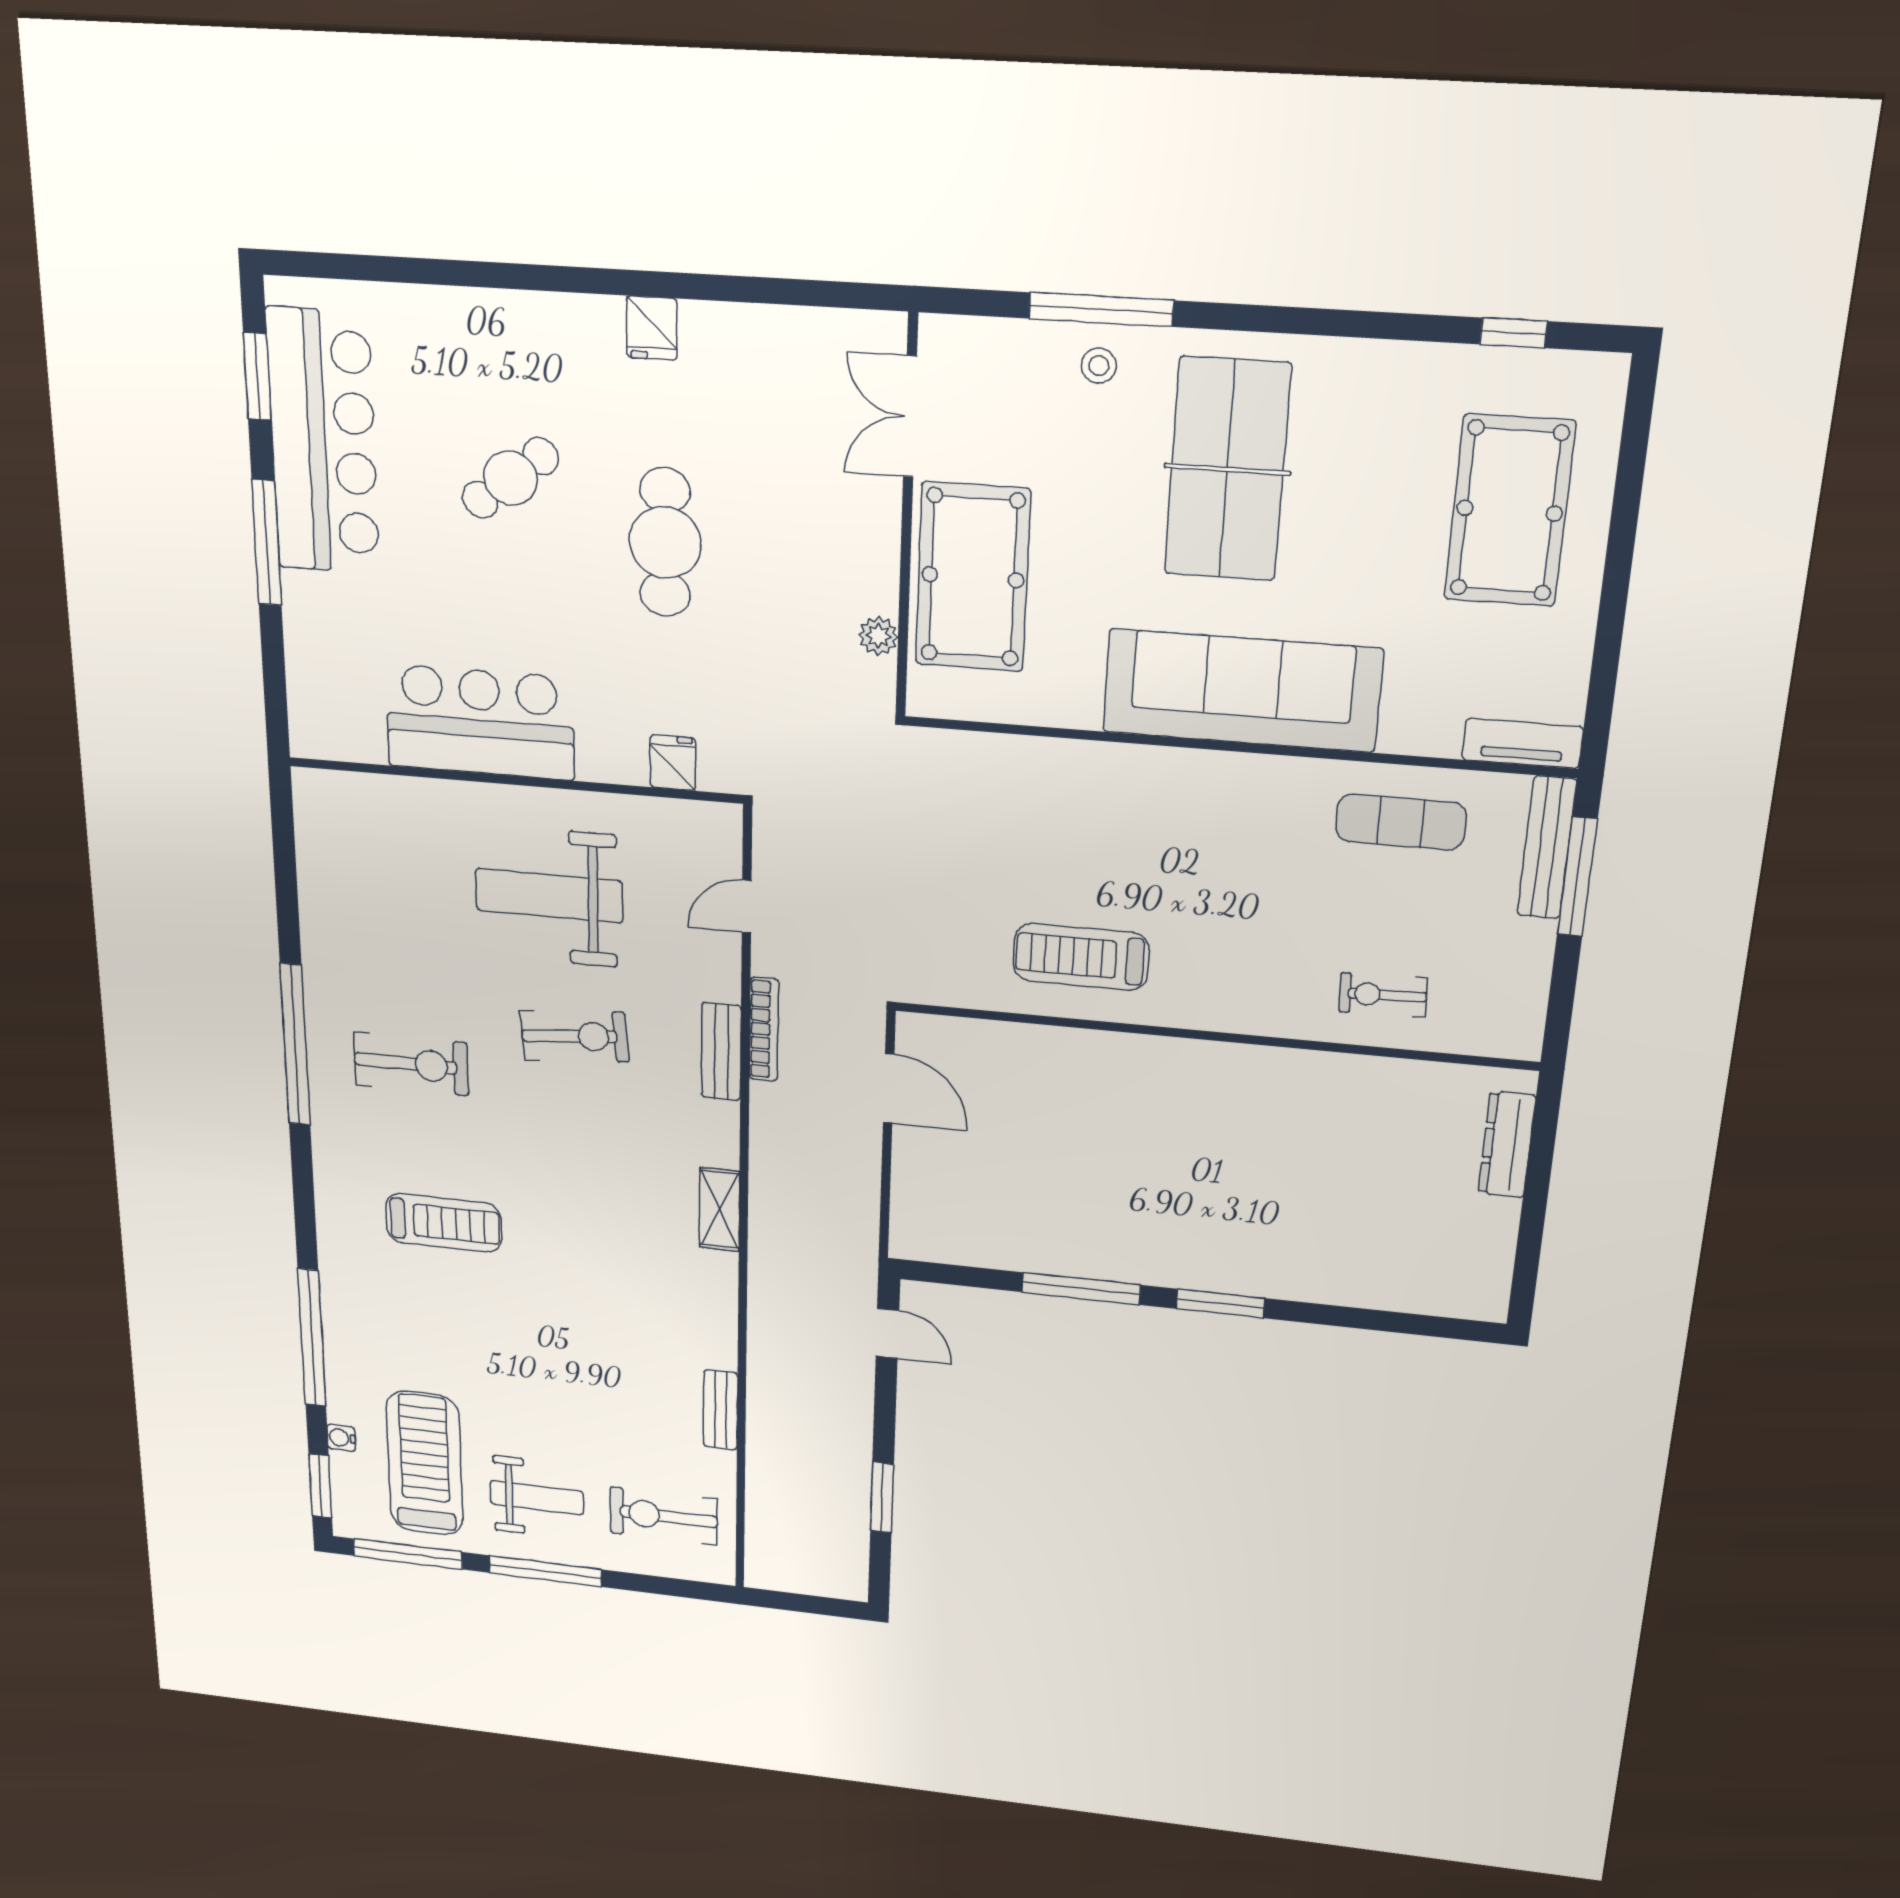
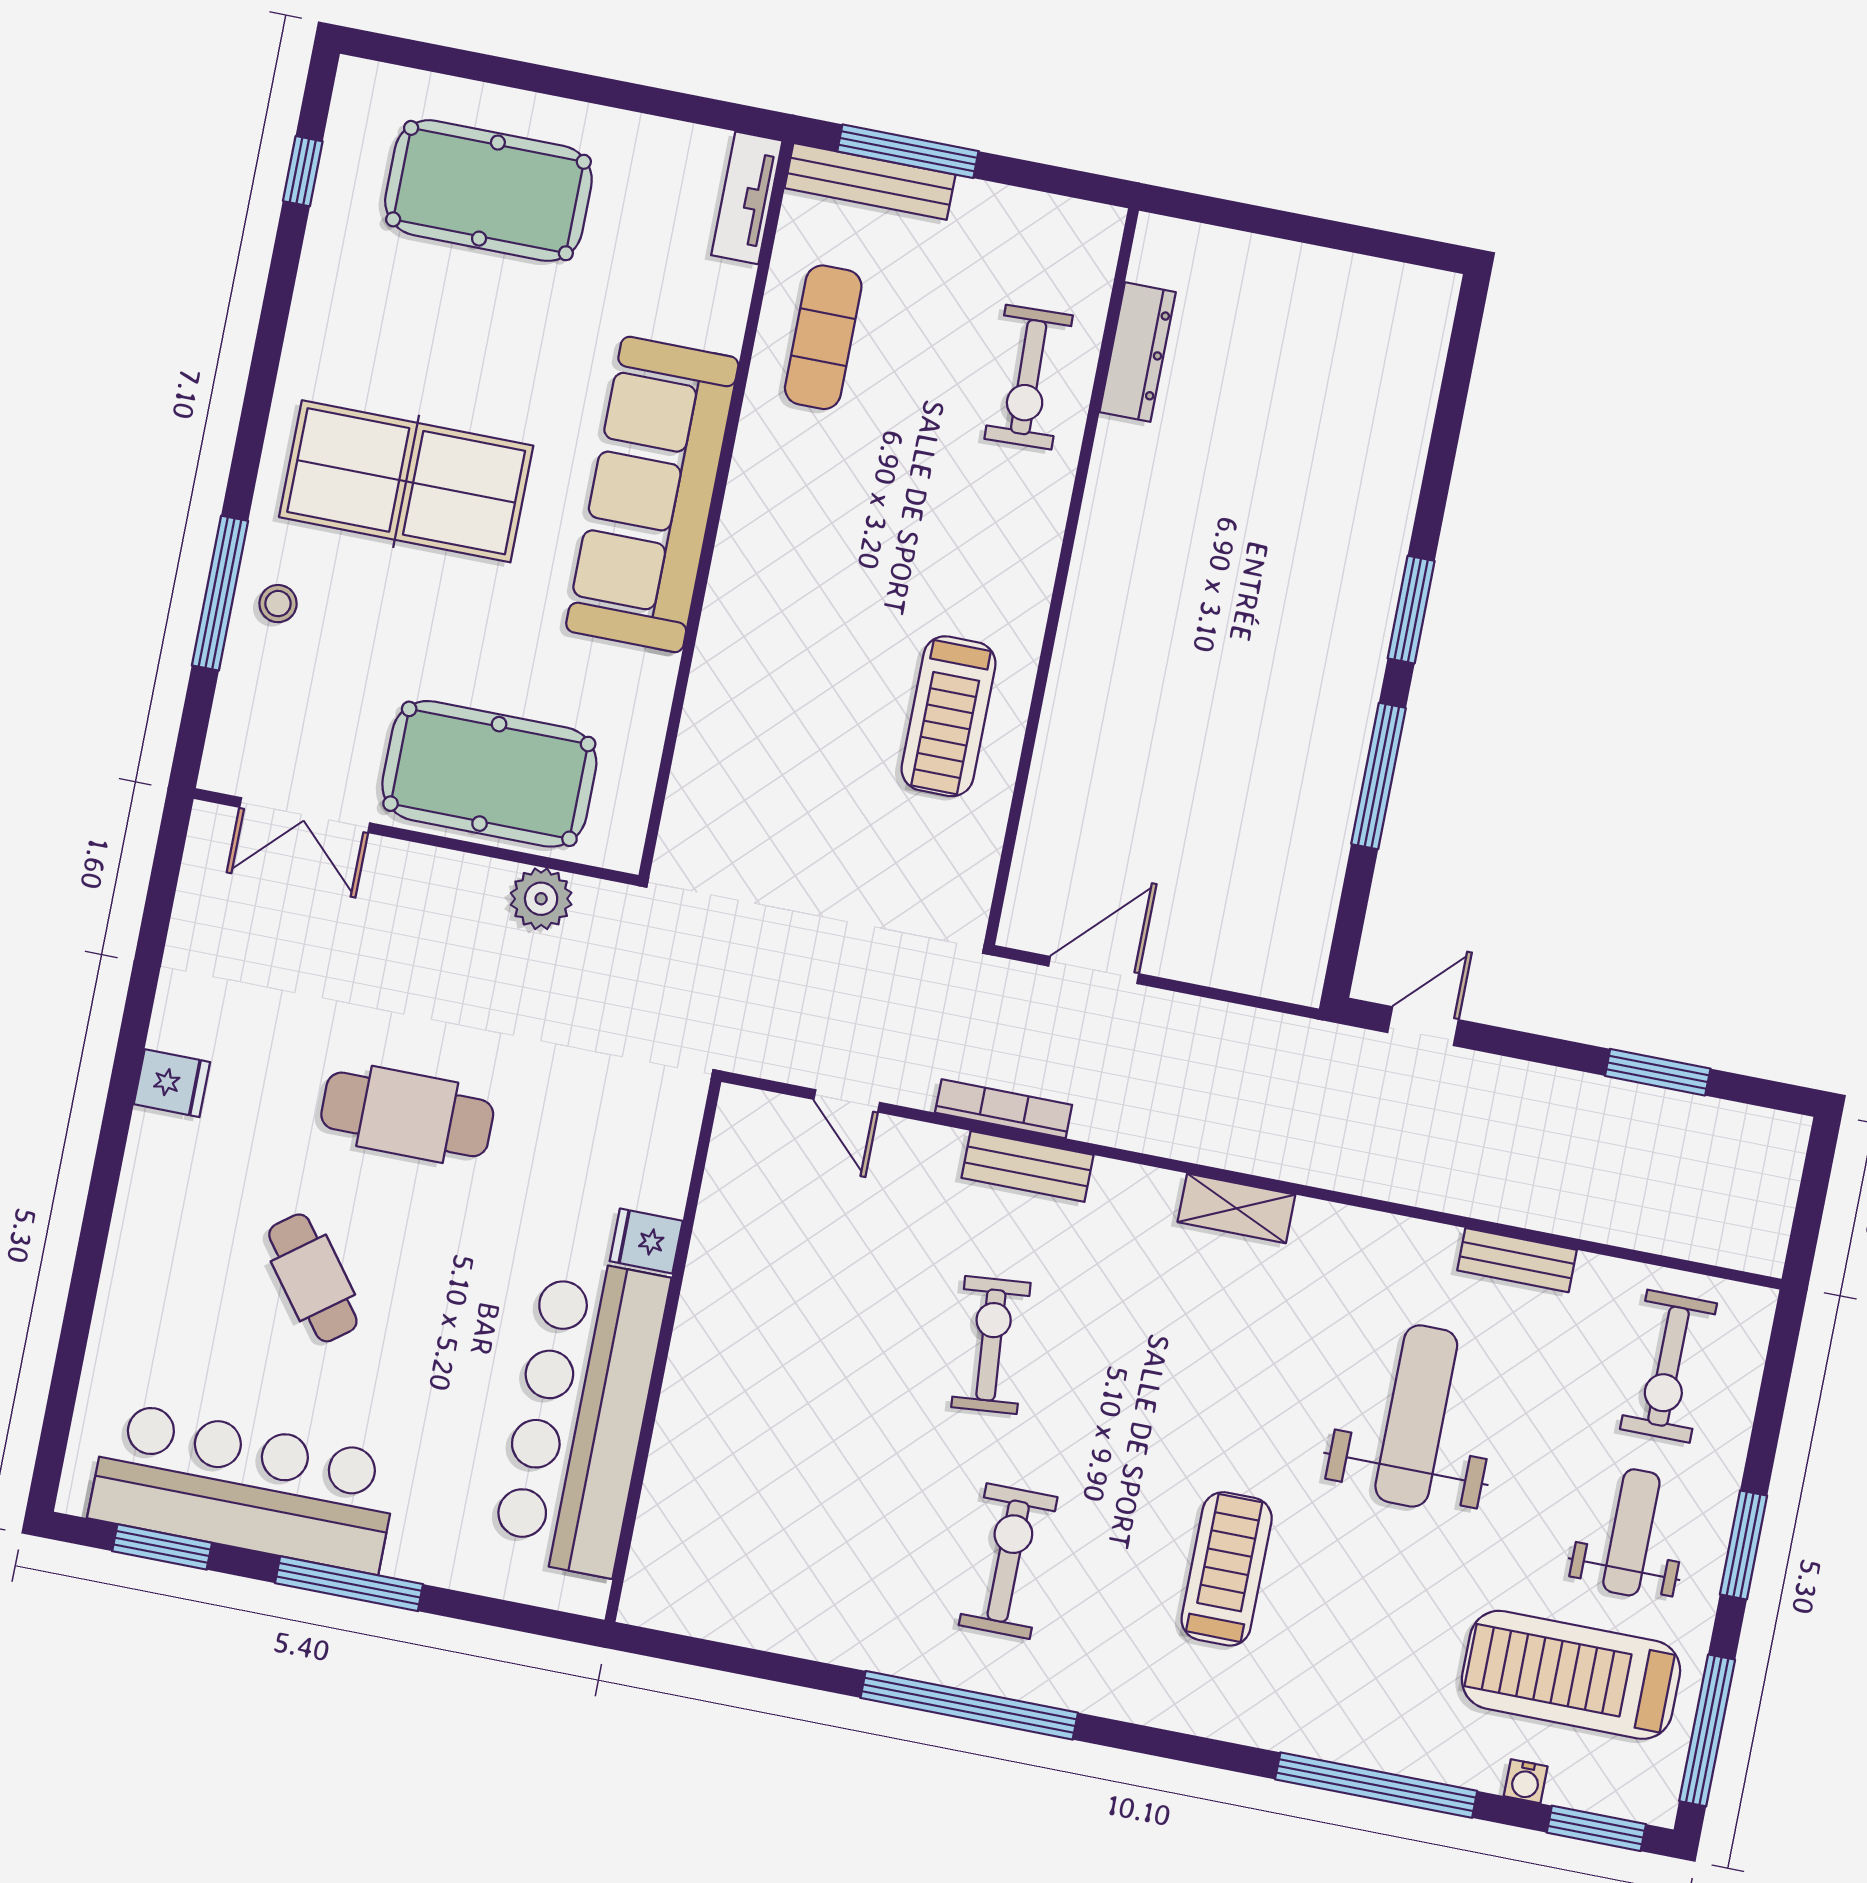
plant: (878, 636) -> (541, 899), width x1.38, depth x1.38
bar counter: (480, 722) -> (581, 1417), width x1.36
fridge: (673, 763) -> (646, 1241), moved
weight bench: (549, 896) -> (1416, 1416), moved, turned 180
exercise bike: (1383, 995) -> (1029, 377), width x1.38, depth x1.39
dresser: (1507, 1145) -> (1138, 352), moved, turned -90
window: (545, 1571) -> (1744, 1545), width x0.69

